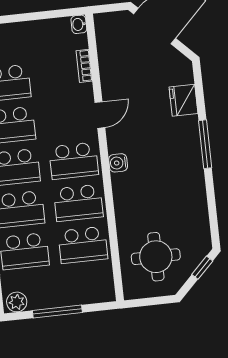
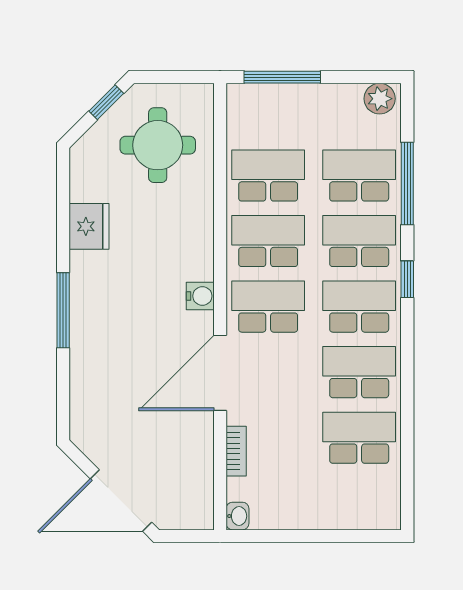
fridge: (183, 100) -> (89, 226), moved
door: (100, 115) -> (220, 373), width x1.87
window: (202, 268) -> (106, 102), moved
window: (57, 312) -> (282, 77), moved

